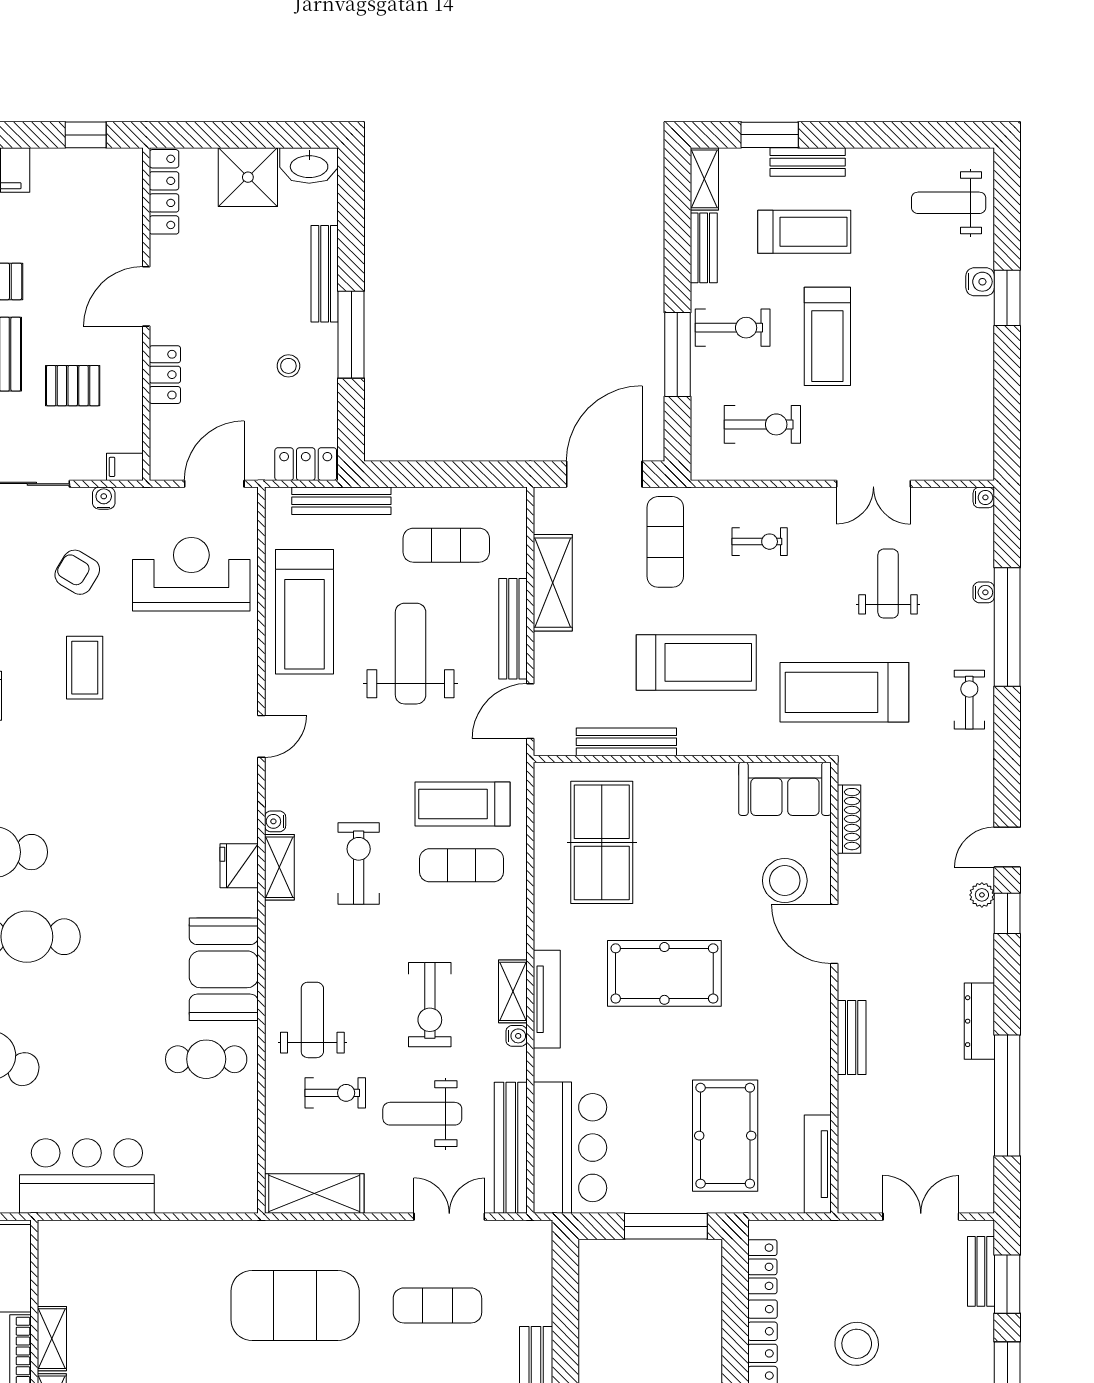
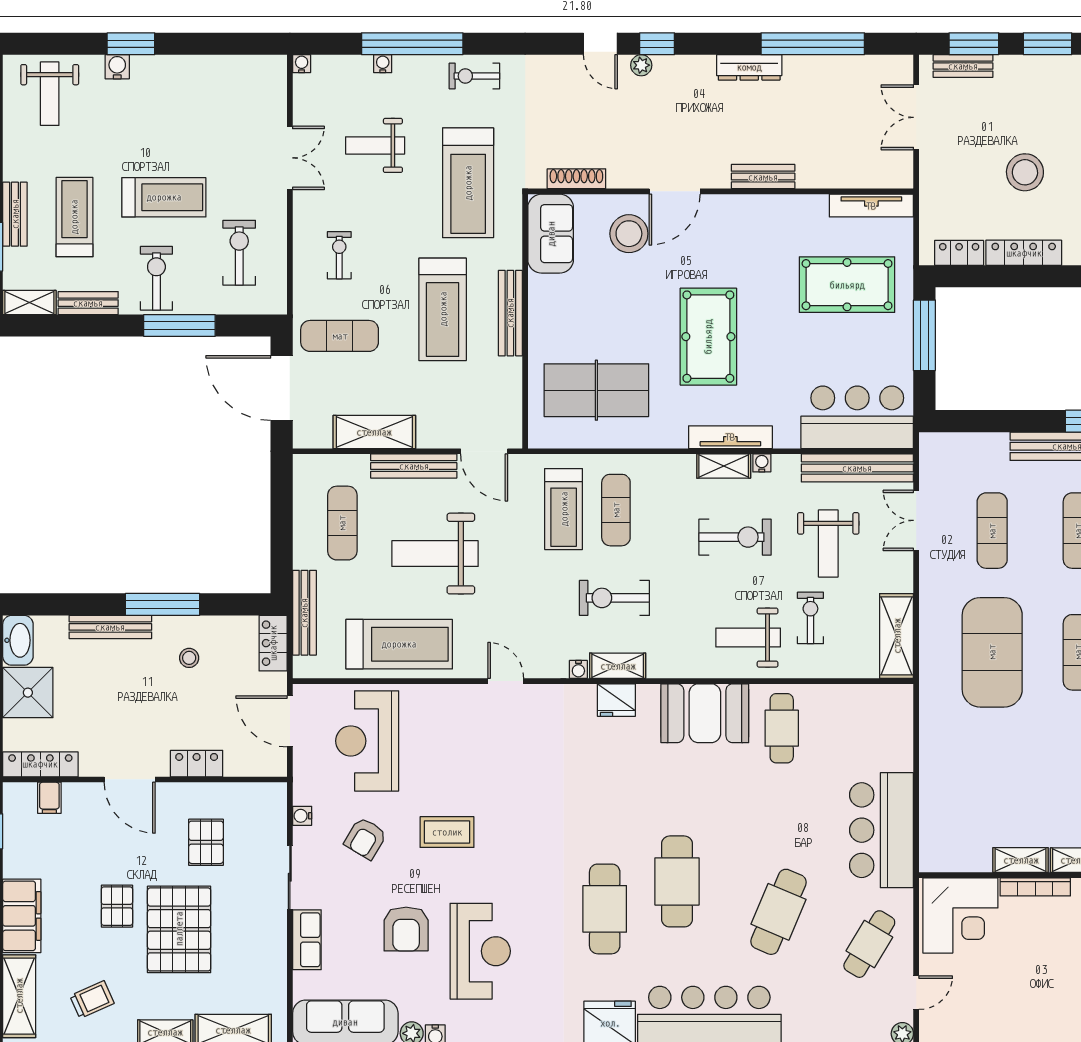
filing cabinet: (125, 467) -> (49, 798), moved
treadmill: (696, 662) -> (443, 309), turned 180
bench: (626, 742) -> (510, 313), moved

